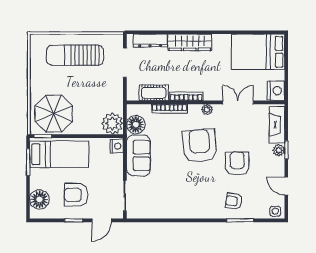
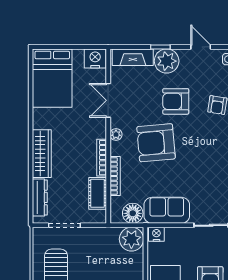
plant: (279, 150) -> (167, 61), width x1.88, depth x1.88
door: (286, 186) -> (201, 47), swing flipped

